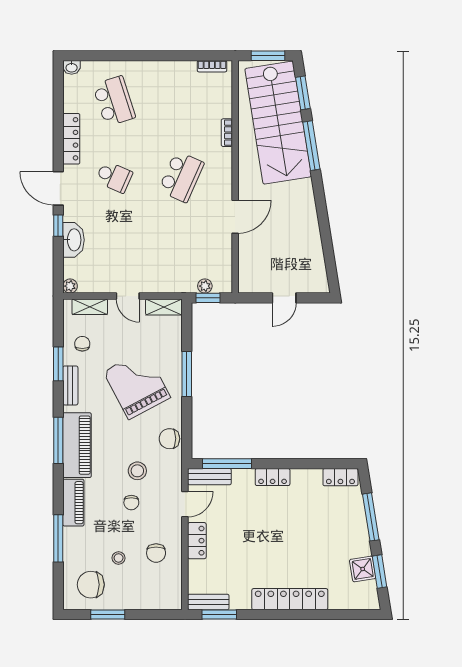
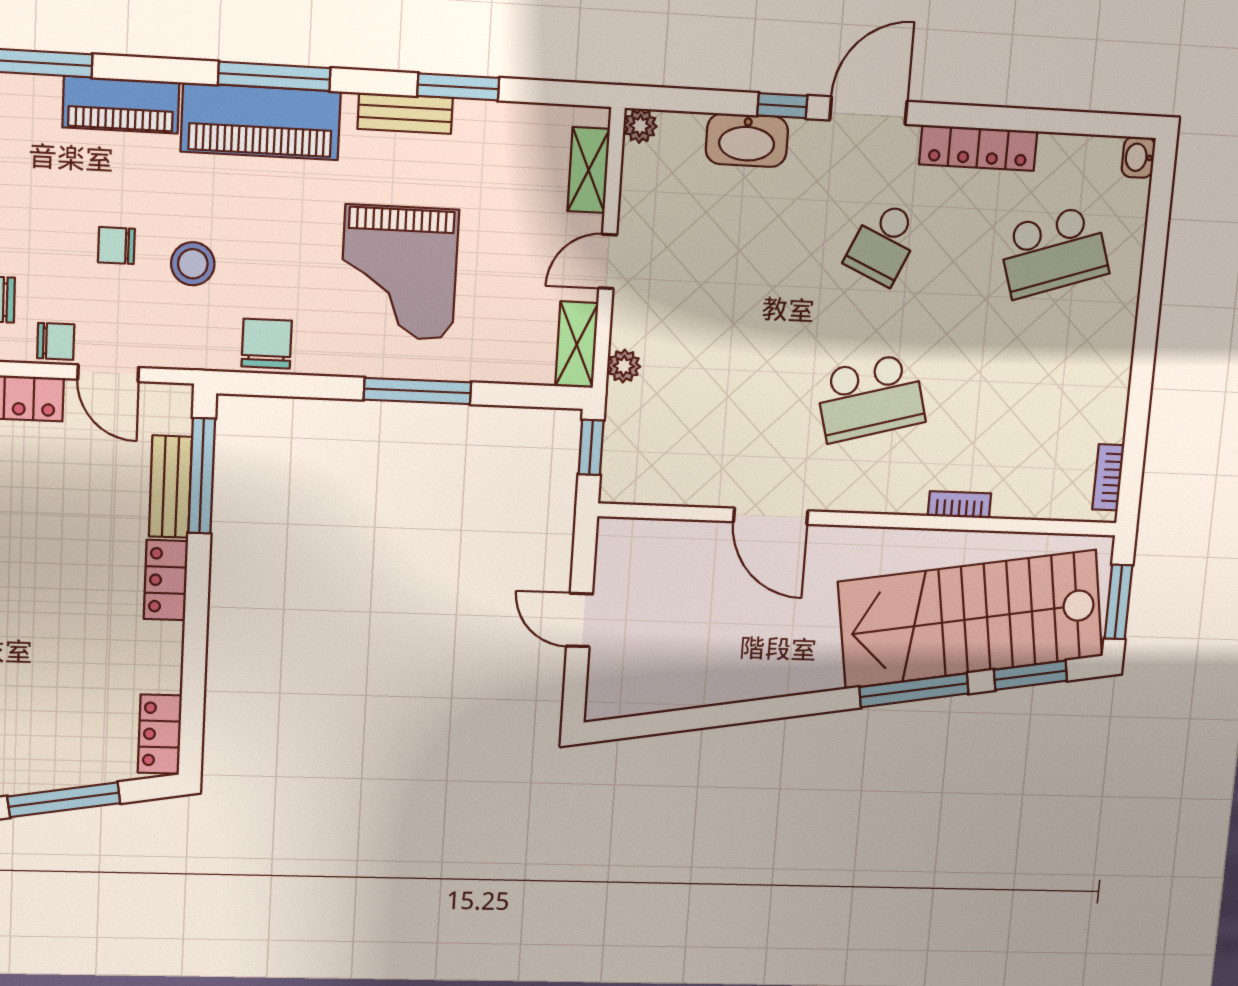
school desk: (181, 177) -> (870, 398), turned -39
plant: (205, 286) -> (624, 366), moved
chair: (82, 344) -> (56, 341), moved
grand piano: (137, 384) -> (399, 273), turned 118
bench: (209, 477) -> (170, 487), moved

